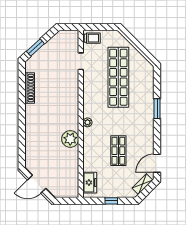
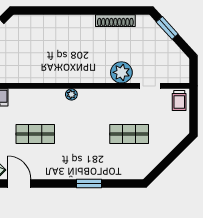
shop shelf: (118, 77) -> (129, 134), width x0.50, depth x0.74
plant: (70, 139) -> (121, 72), moved

